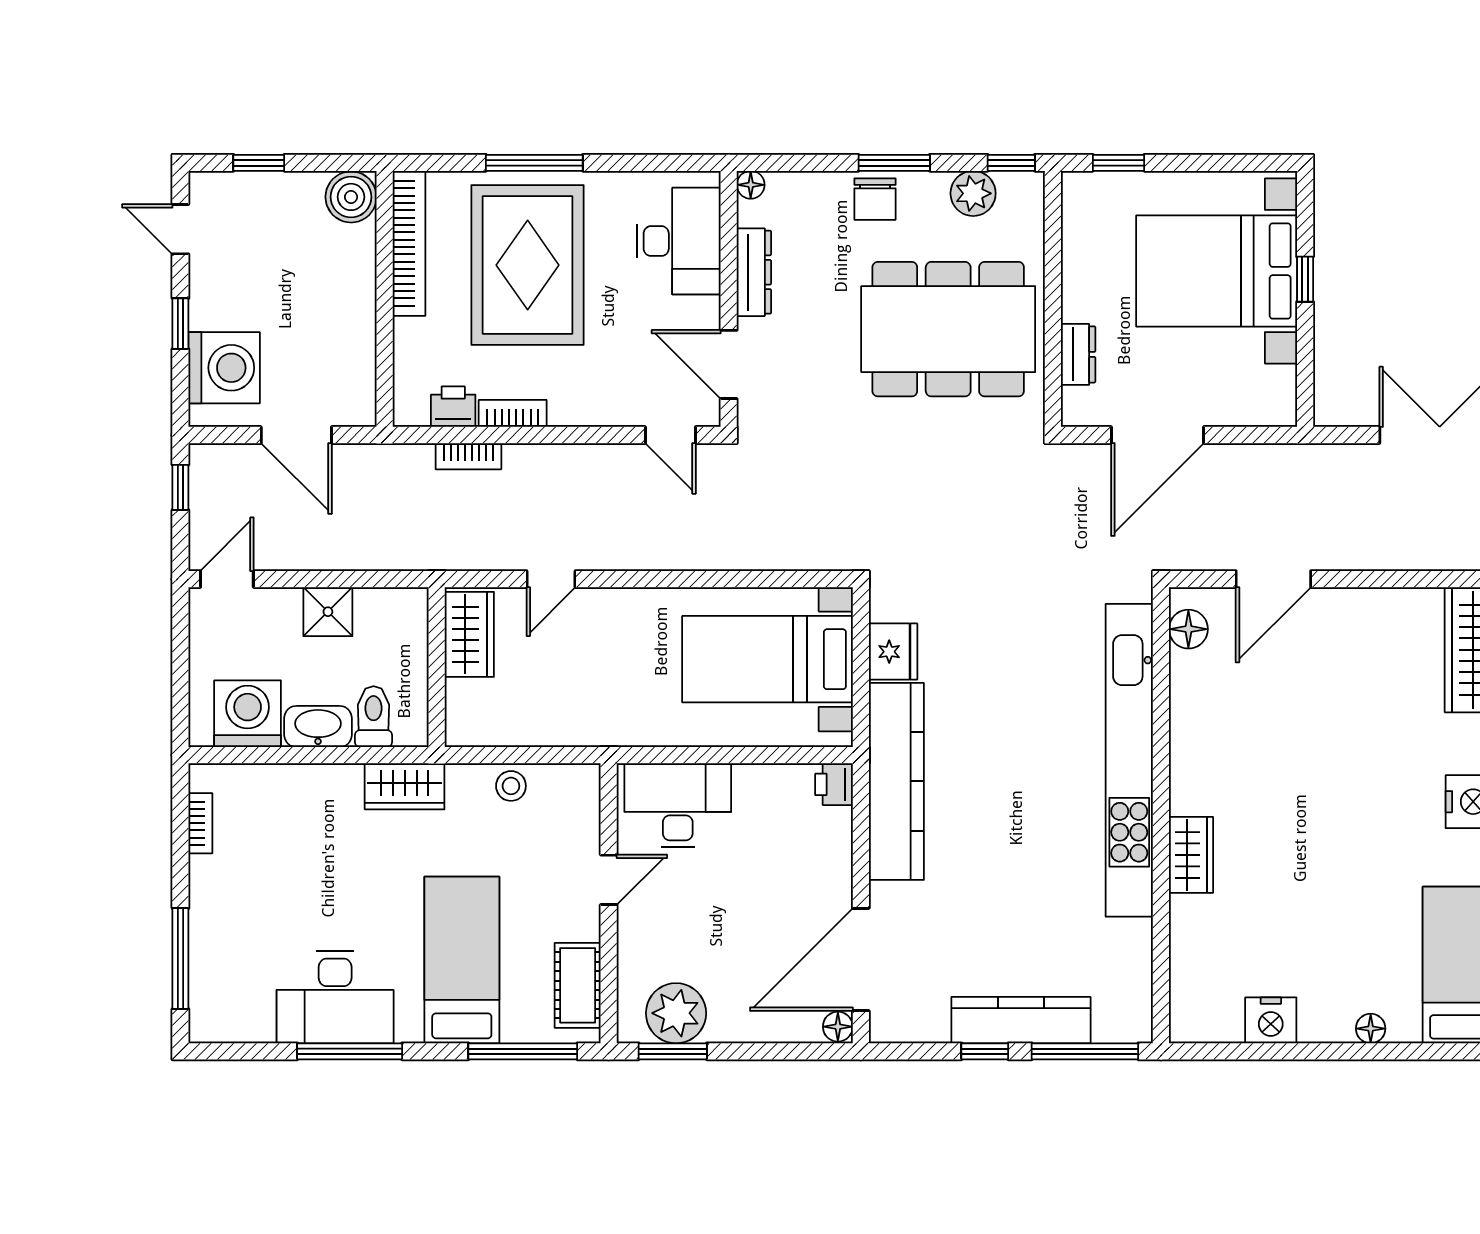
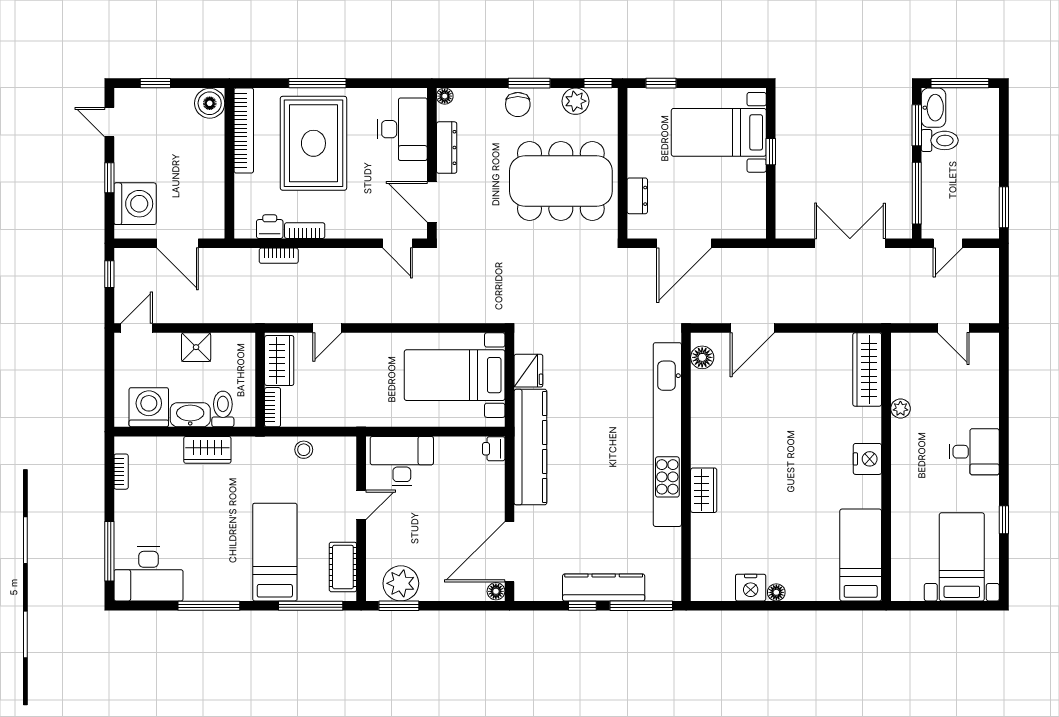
bed with nightstands: (1217, 271) -> (719, 132), width x0.73
bookcase: (458, 714) -> (273, 407), added
wardrobe: (405, 786) -> (207, 450), moved
desk: (335, 997) -> (149, 574), moved
floor lamp: (1371, 1029) -> (776, 592), moved

